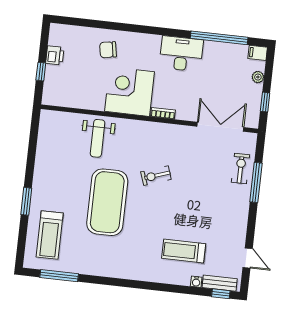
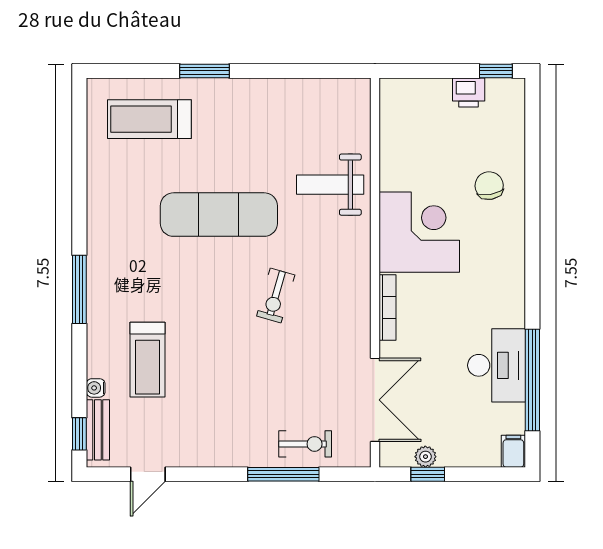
desk: (181, 54) -> (497, 365), moved
window: (41, 72) -> (496, 71), moved
plant: (258, 77) -> (425, 457), moved
bookcase: (163, 113) -> (387, 308), width x1.56
exercise bike: (156, 176) -> (276, 296), turned -145
exercise mat: (107, 202) -> (219, 215), width x0.68
treadmill: (184, 251) -> (147, 360), turned 180
window: (59, 276) -> (79, 289), moved

